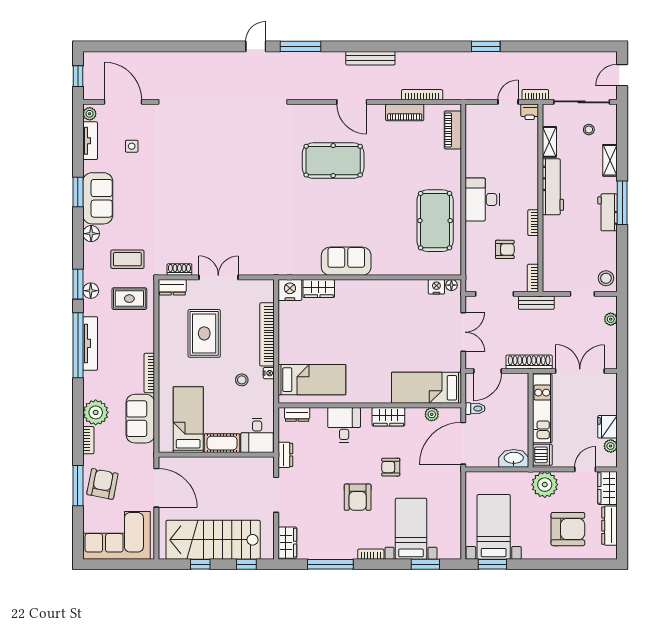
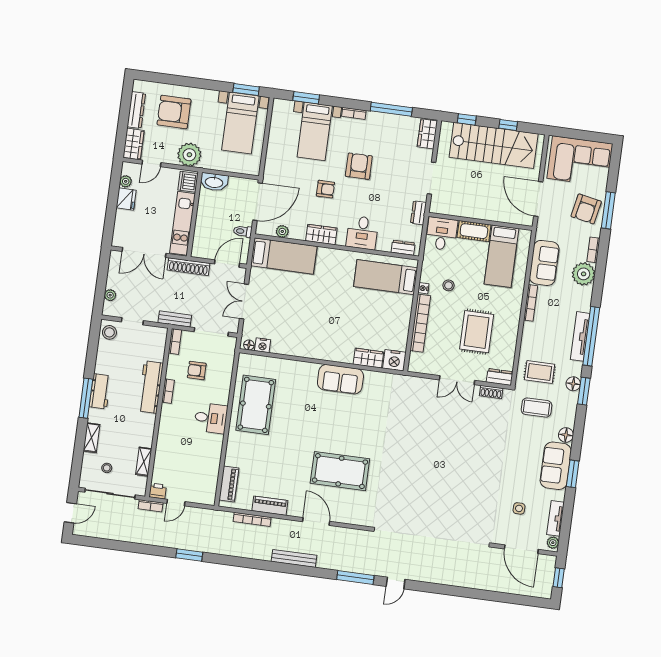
workbench: (553, 187) -> (151, 387), moved
desk: (482, 199) -> (211, 418), width x0.73

